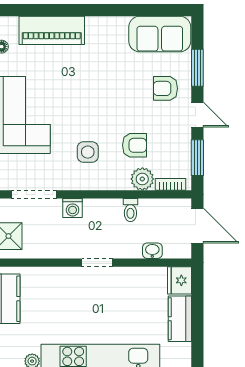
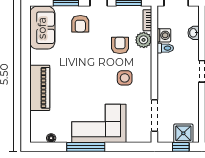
piano: (52, 30) -> (40, 88), moved
washing machine: (73, 208) -> (164, 35), moved

